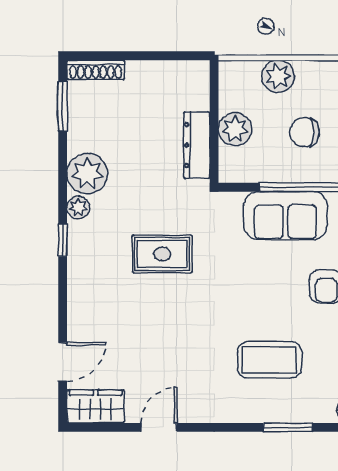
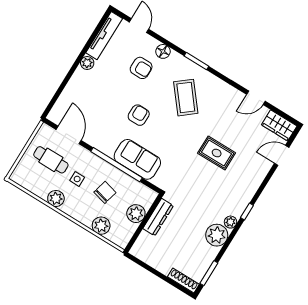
chair: (304, 132) -> (105, 192), turned -76
rug: (162, 254) -> (217, 153), moved
coffee table: (269, 360) -> (186, 98), turned 51

